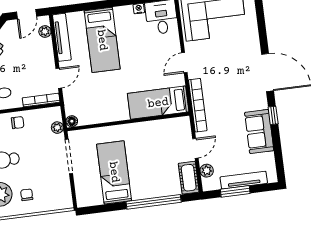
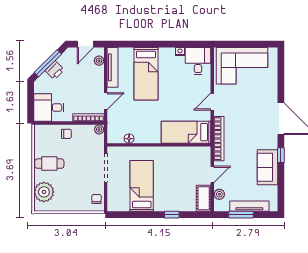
floor lamp: (72, 121) -> (129, 139), moved
plant: (57, 128) -> (99, 129), moved
chair: (27, 195) -> (97, 199), moved
window: (154, 202) -> (172, 215), width x0.32

